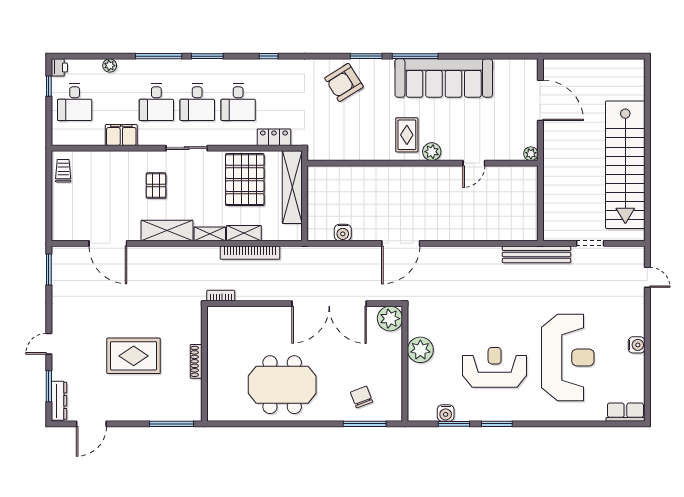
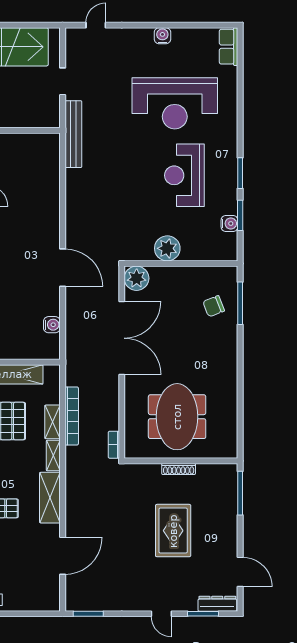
reception desk: (568, 357) -> (175, 103), turned 180
meeting table: (282, 385) -> (177, 417), moved

